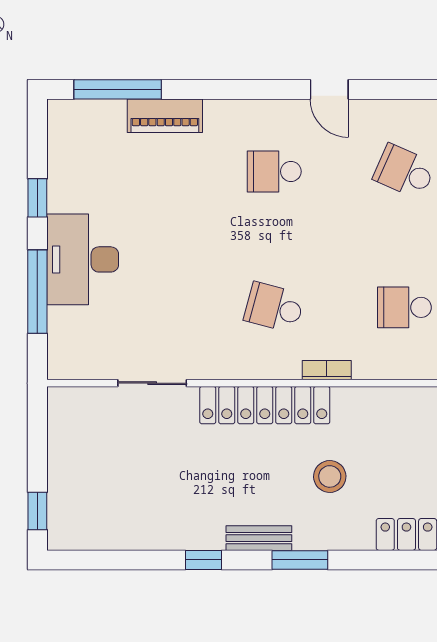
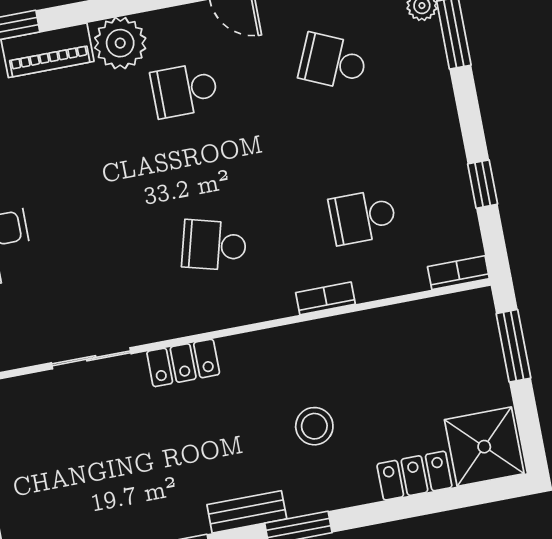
plant: (227, 121) -> (120, 43), added
bookcase: (327, 370) -> (325, 298), moved
locker: (265, 405) -> (183, 363), width x0.46, depth x0.83

